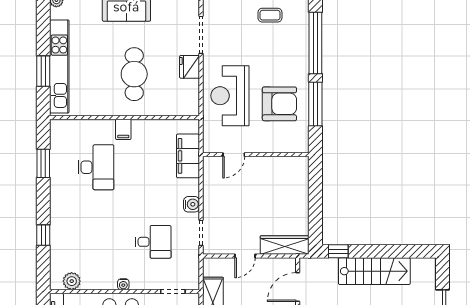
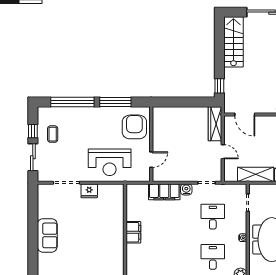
cafe table: (134, 74) -> (94, 230), removed
armchair: (279, 104) -> (134, 127), moved
filing cabinet: (123, 129) -> (133, 232), width x2.00
door: (234, 155) -> (151, 160), hinge flipped
filing cabinet: (188, 156) -> (164, 192), moved
desk: (96, 167) -> (213, 257), moved, width x0.73
stairs: (374, 271) -> (233, 42), moved

